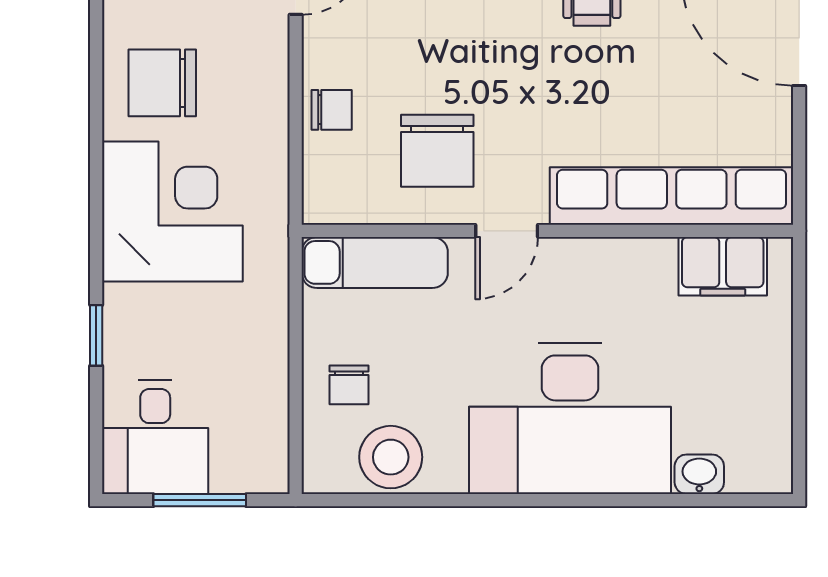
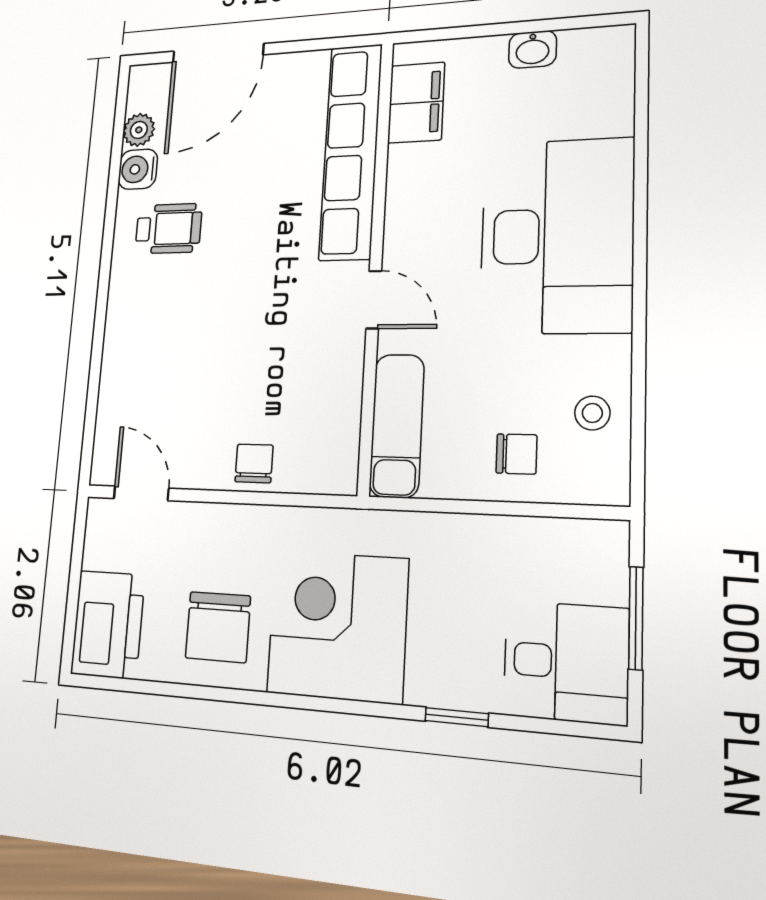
chair: (437, 151) -> (297, 364), removed
stool: (391, 457) -> (592, 413), width x0.53, depth x0.53
washbasin: (699, 474) -> (533, 49), moved, turned -90

